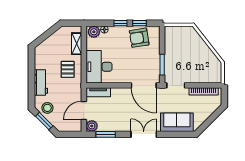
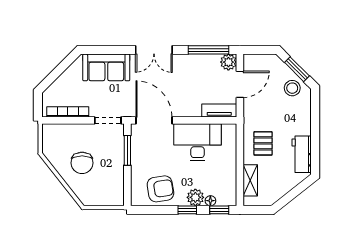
window: (139, 23) -> (219, 210), moved
plant: (94, 32) -> (195, 197), moved
chair: (194, 56) -> (82, 163), added
desk: (99, 67) -> (198, 142), moved, turned -90
workbench: (41, 83) -> (302, 154), moved
window: (106, 134) -> (209, 50), width x1.44

